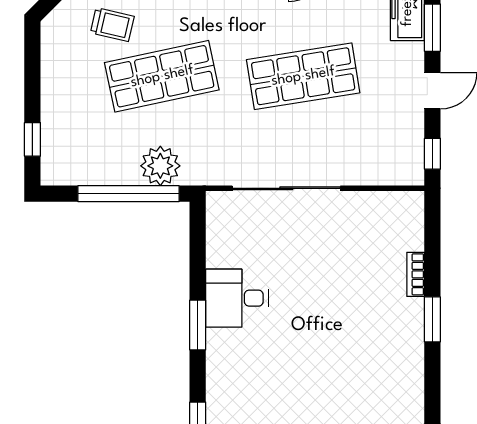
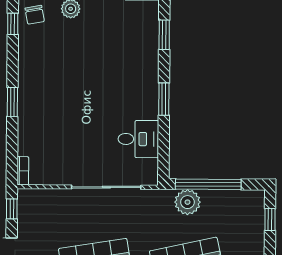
bookcase: (416, 274) -> (23, 171), moved
desk: (237, 298) -> (138, 139), moved

